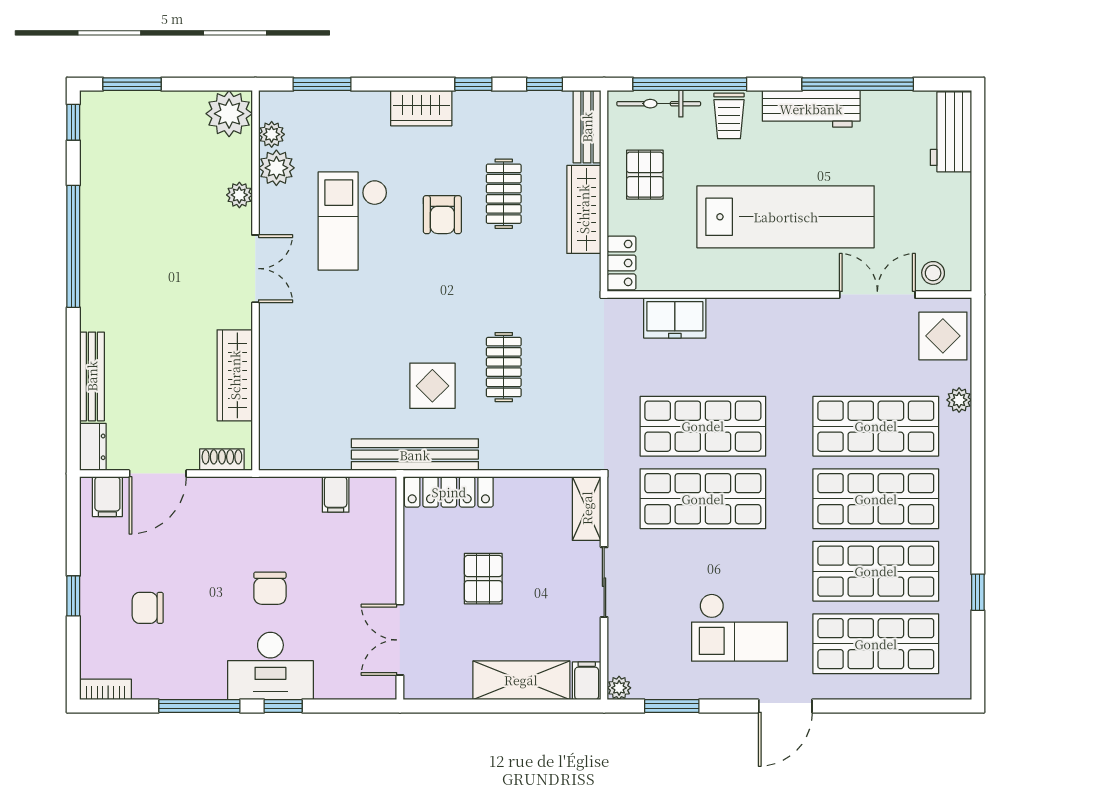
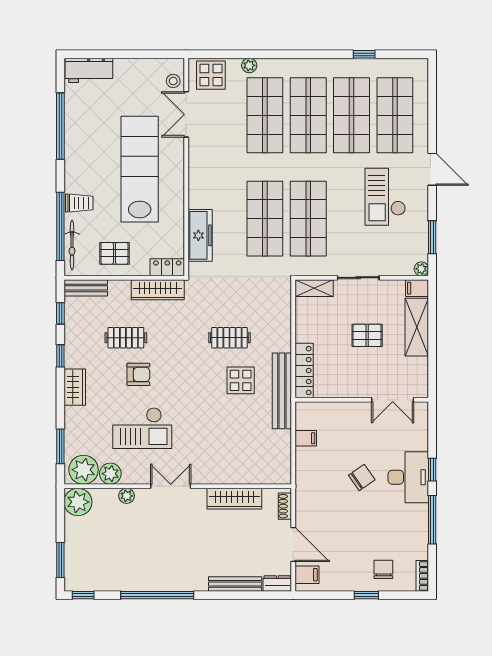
workbench: (811, 109) -> (75, 154), removed
plant: (272, 134) -> (84, 470), width x1.87, depth x1.87
wardrobe: (584, 209) -> (158, 290), moved
freezer: (675, 318) -> (200, 235), width x1.40
pallet: (483, 579) -> (367, 335), moved
chair: (270, 588) -> (362, 478), turned -35
chair: (148, 608) -> (383, 569), moved, turned 180
checkout: (740, 627) -> (385, 197), turned 180

